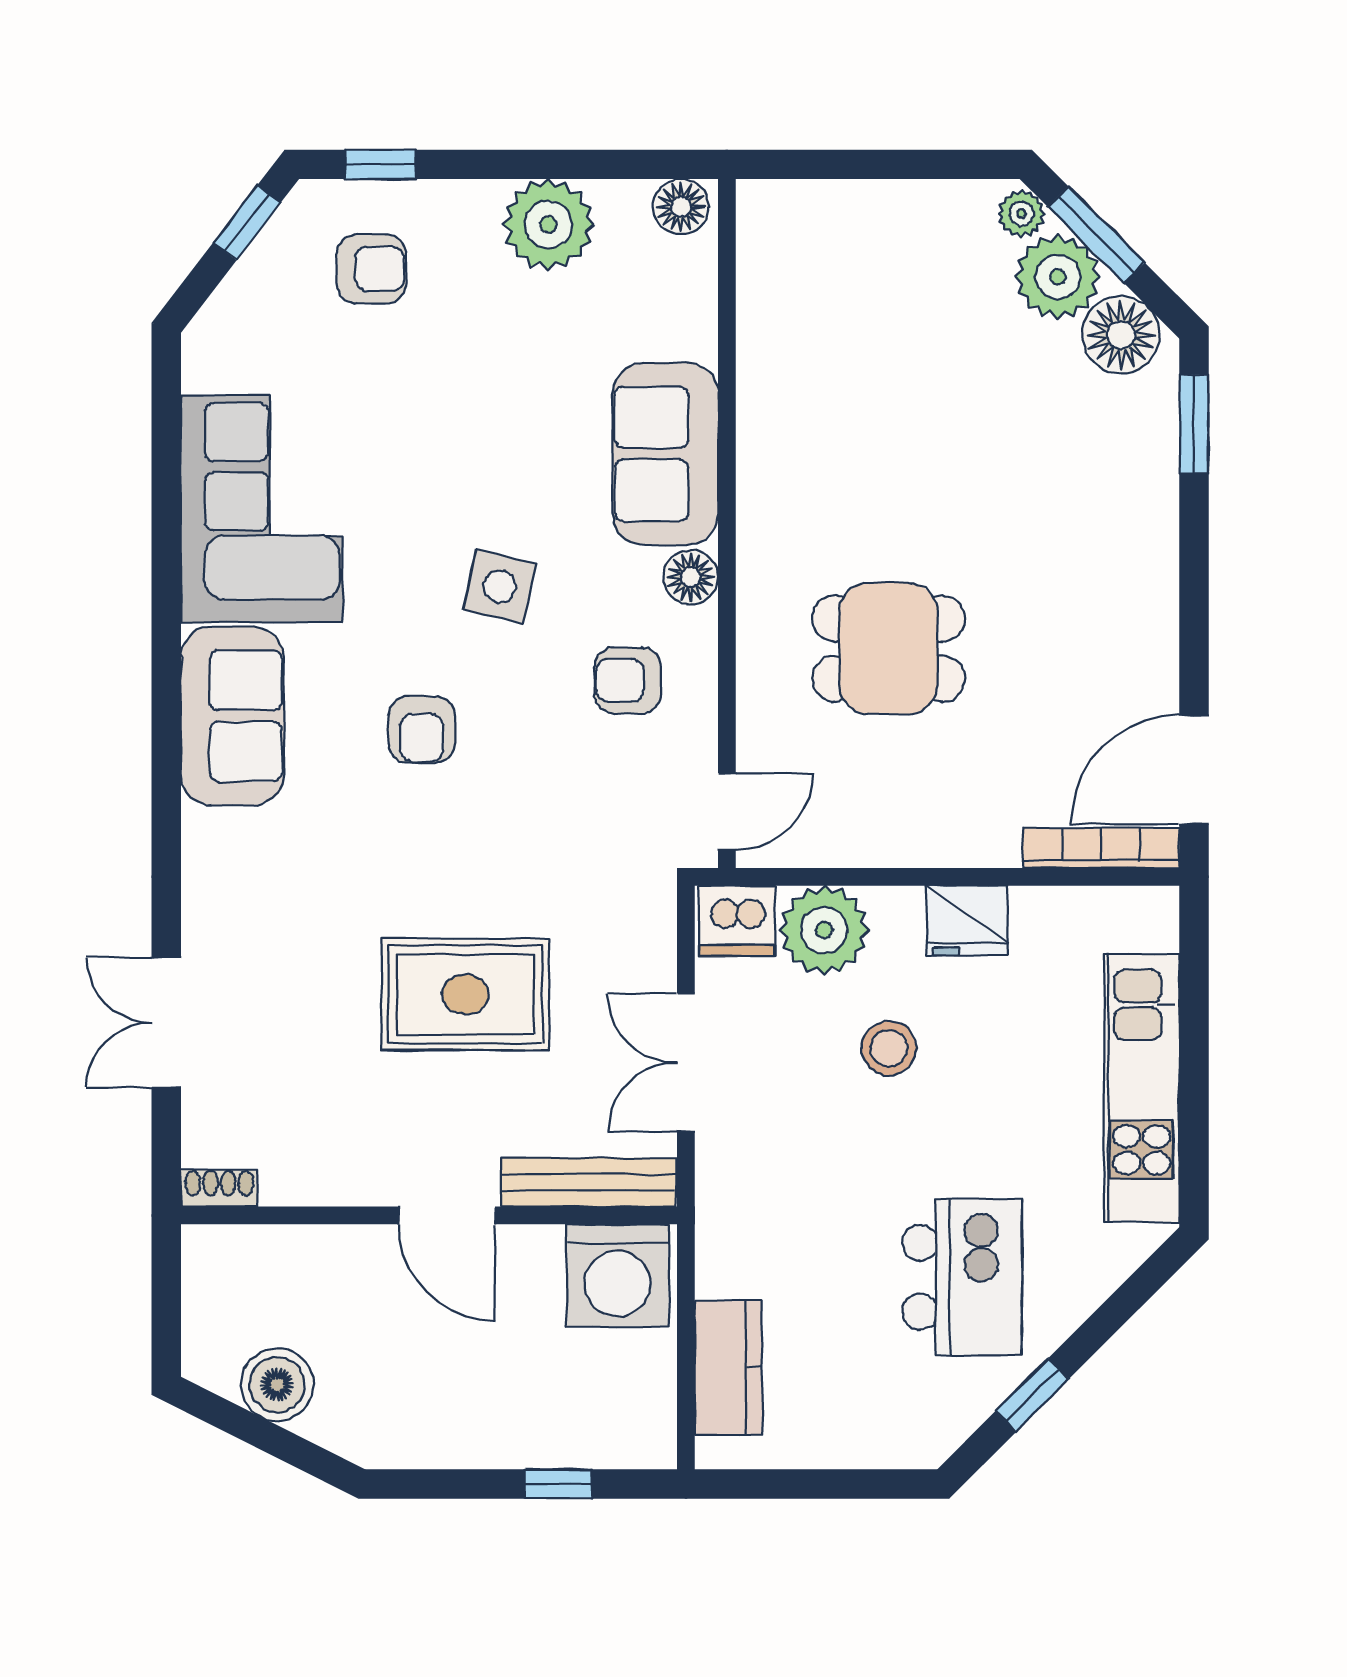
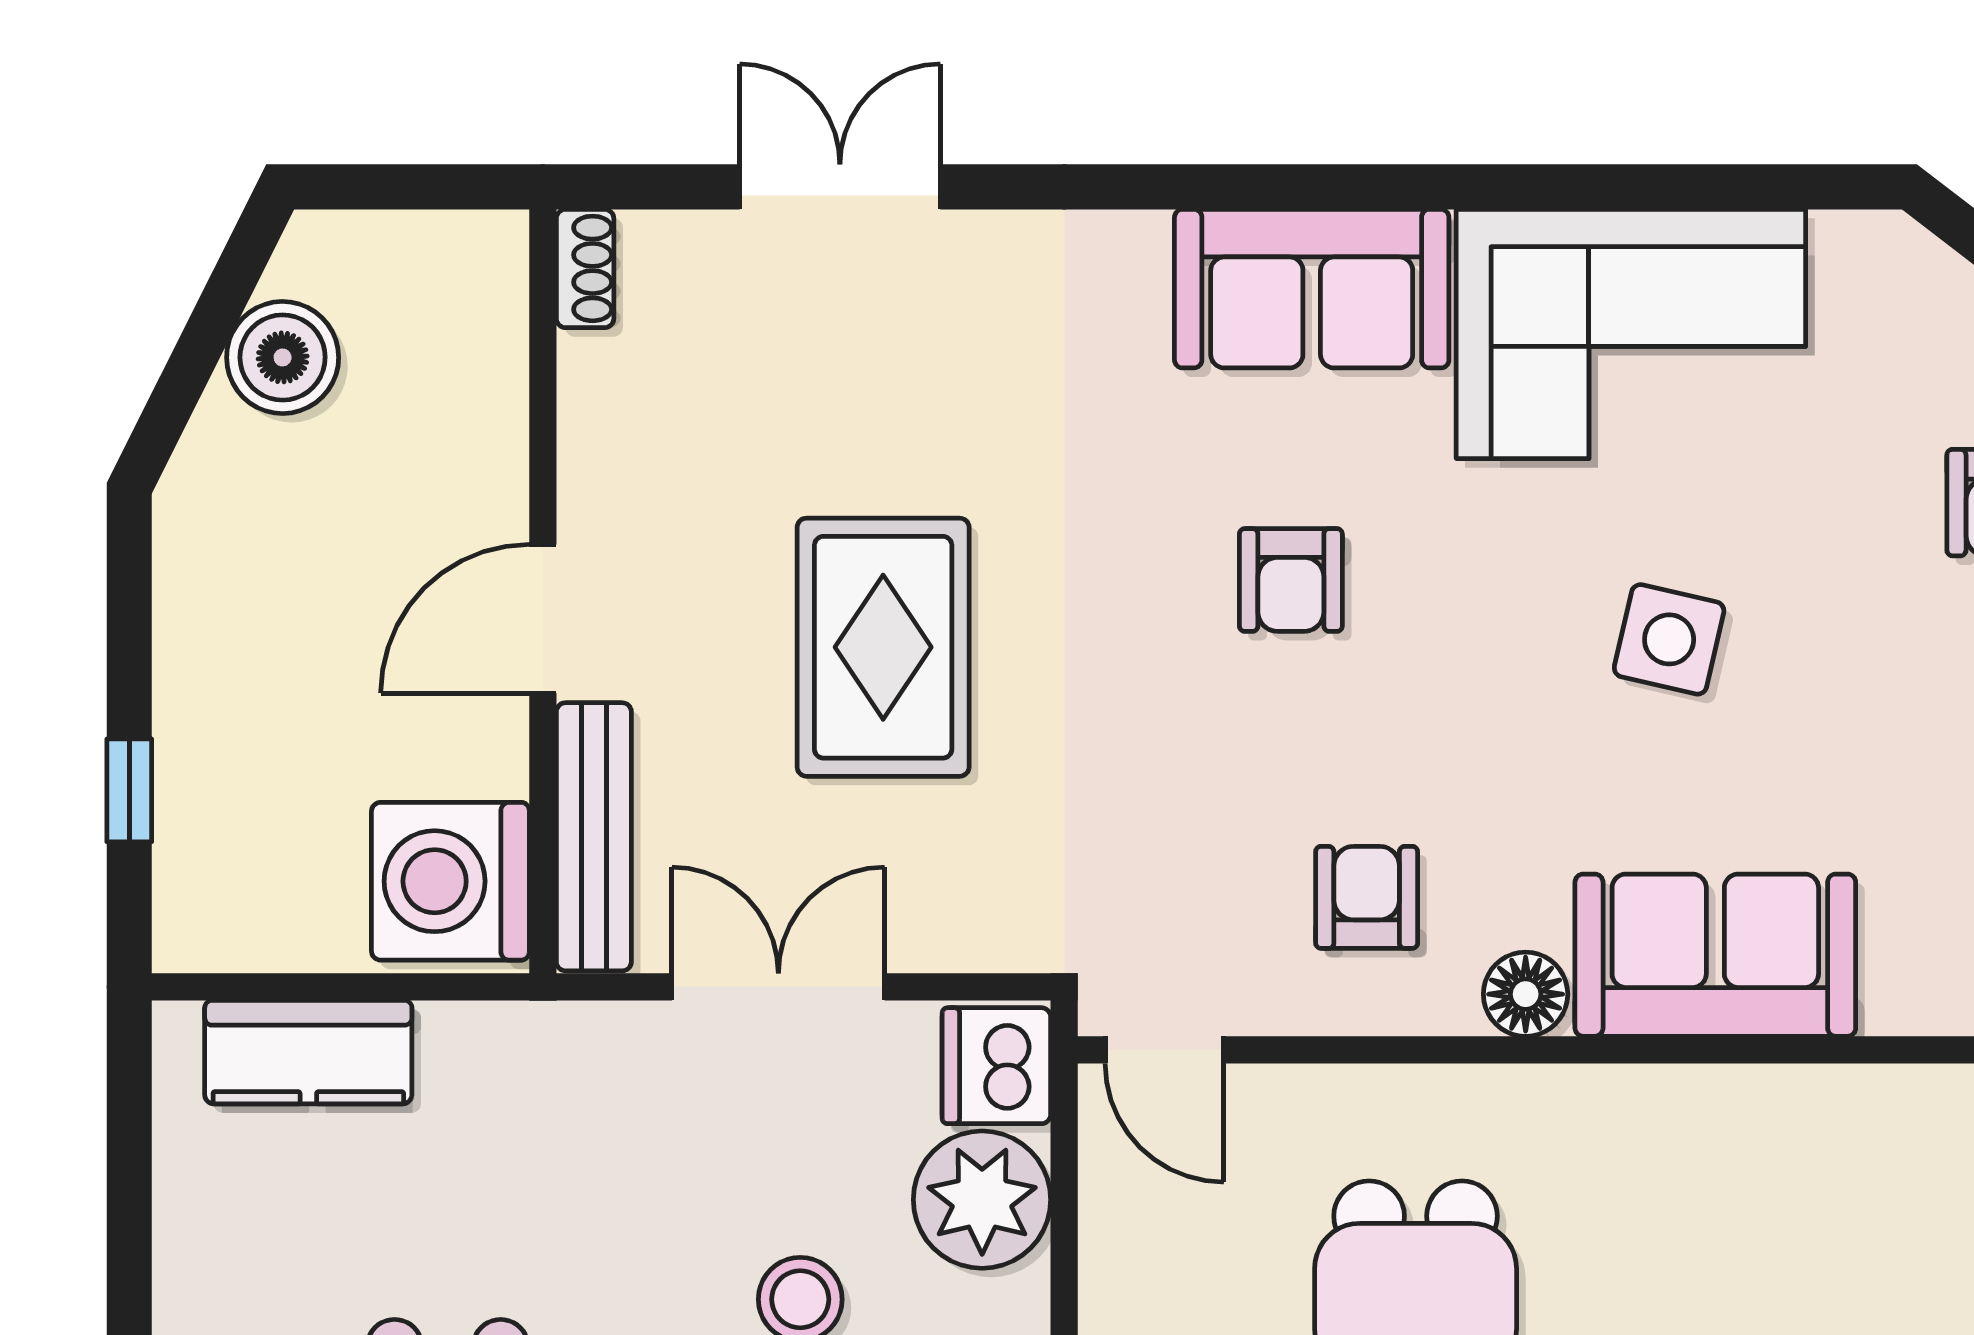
side table: (500, 586) -> (1669, 639), moved
armchair: (422, 730) -> (1291, 580), turned -90

